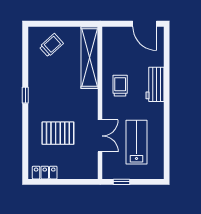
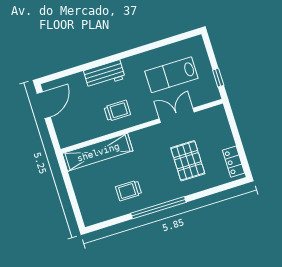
trolley: (51, 45) -> (129, 191), moved, turned -48
trolley: (120, 86) -> (117, 111), turned 180
window: (25, 95) -> (158, 208), width x3.17

